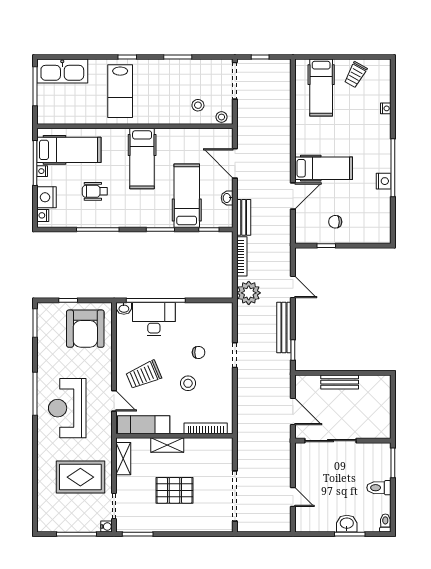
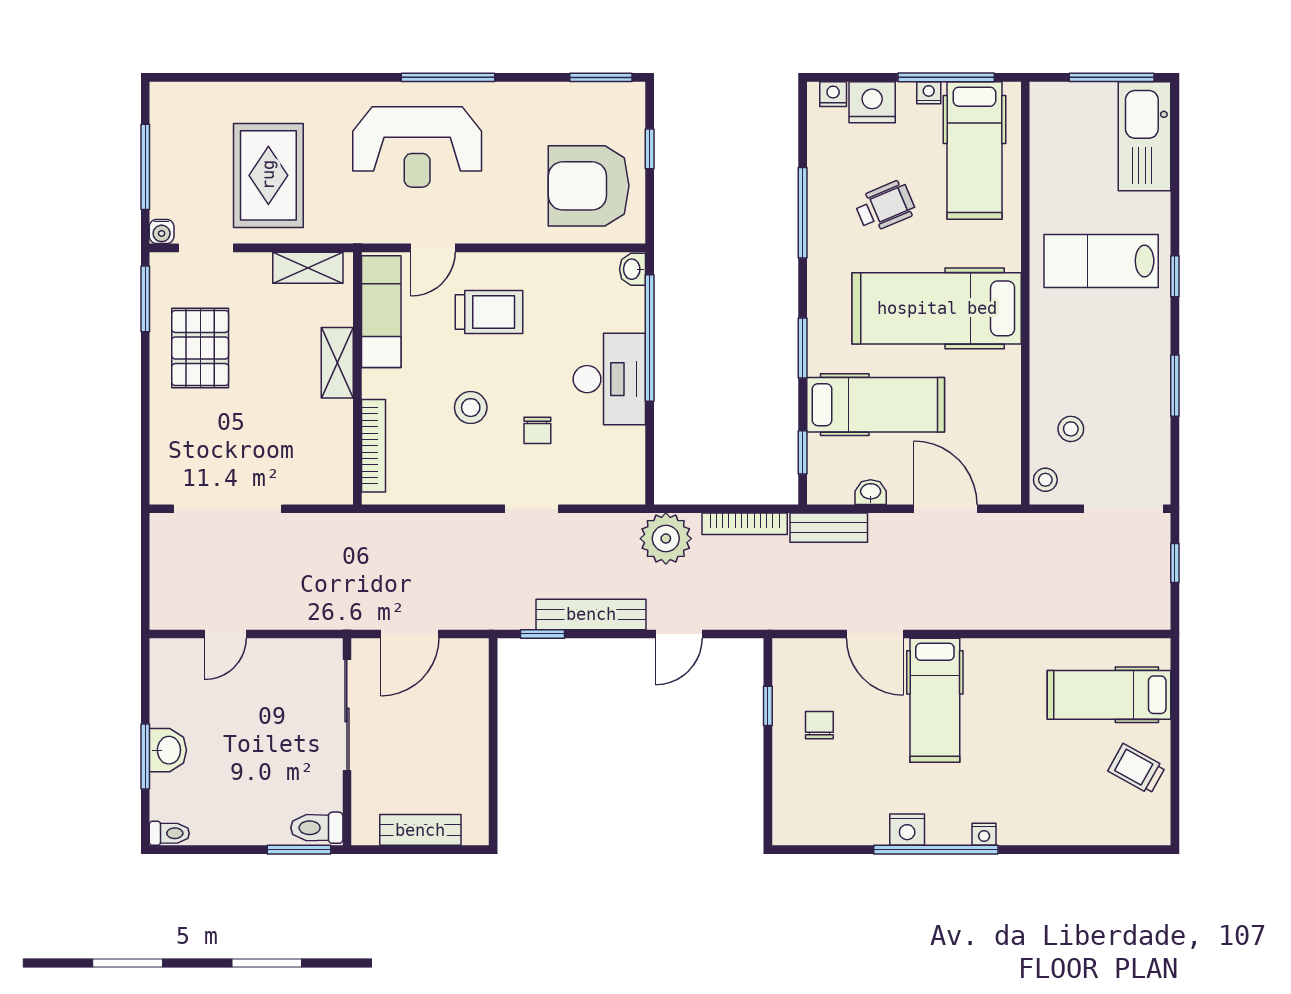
nightstand: (386, 108) -> (984, 834), moved
hospital bed: (142, 159) -> (937, 308), width x1.37, depth x1.29
door: (235, 163) -> (945, 509), hinge flipped
wheelchair: (95, 191) -> (885, 206), turned 67
desk: (154, 319) -> (609, 379), moved
trolley: (144, 375) -> (489, 312), turned 113
bench: (340, 382) -> (420, 830), moved, turned 90
reception desk: (67, 408) -> (417, 147), turned 180
toilet: (379, 488) -> (317, 828), moved, turned -90
pallet: (174, 490) -> (200, 348), moved

